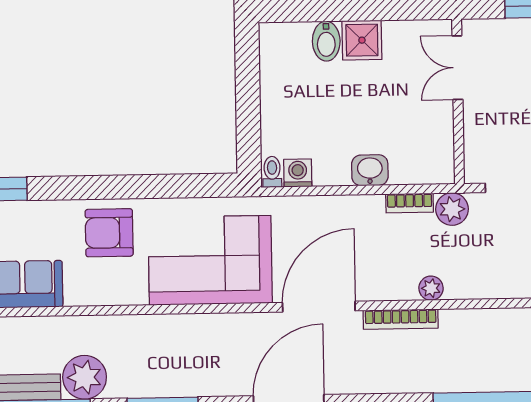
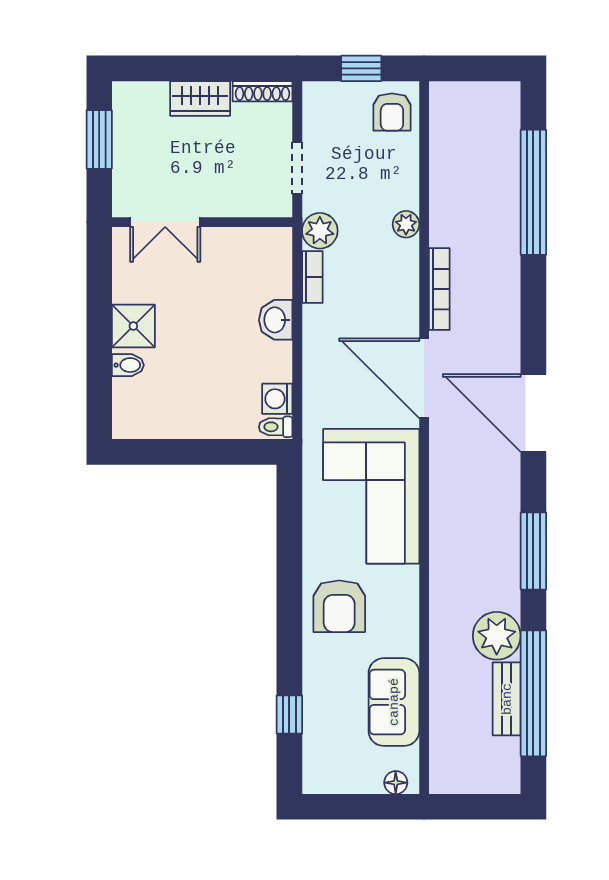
bidet: (326, 41) -> (128, 365), width x0.72, depth x0.74
plant: (431, 288) -> (406, 224), moved

